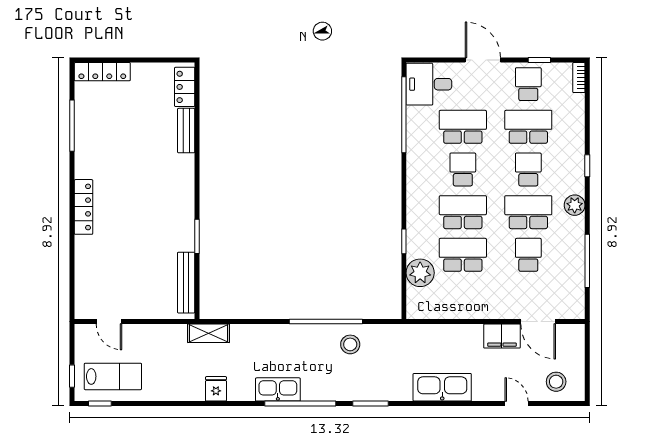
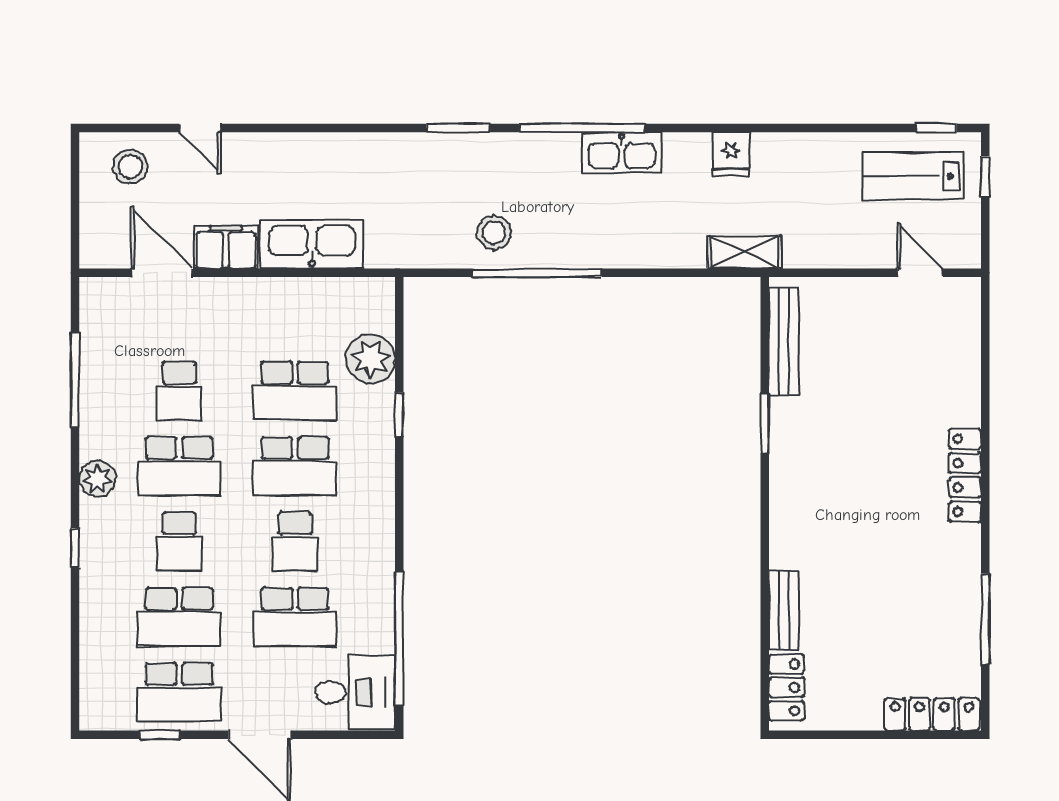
bookcase: (579, 78) -> (90, 704), removed
school desk: (528, 84) -> (179, 692), width x1.85
kitchen sink: (442, 387) -> (312, 244), moved, turned 180

